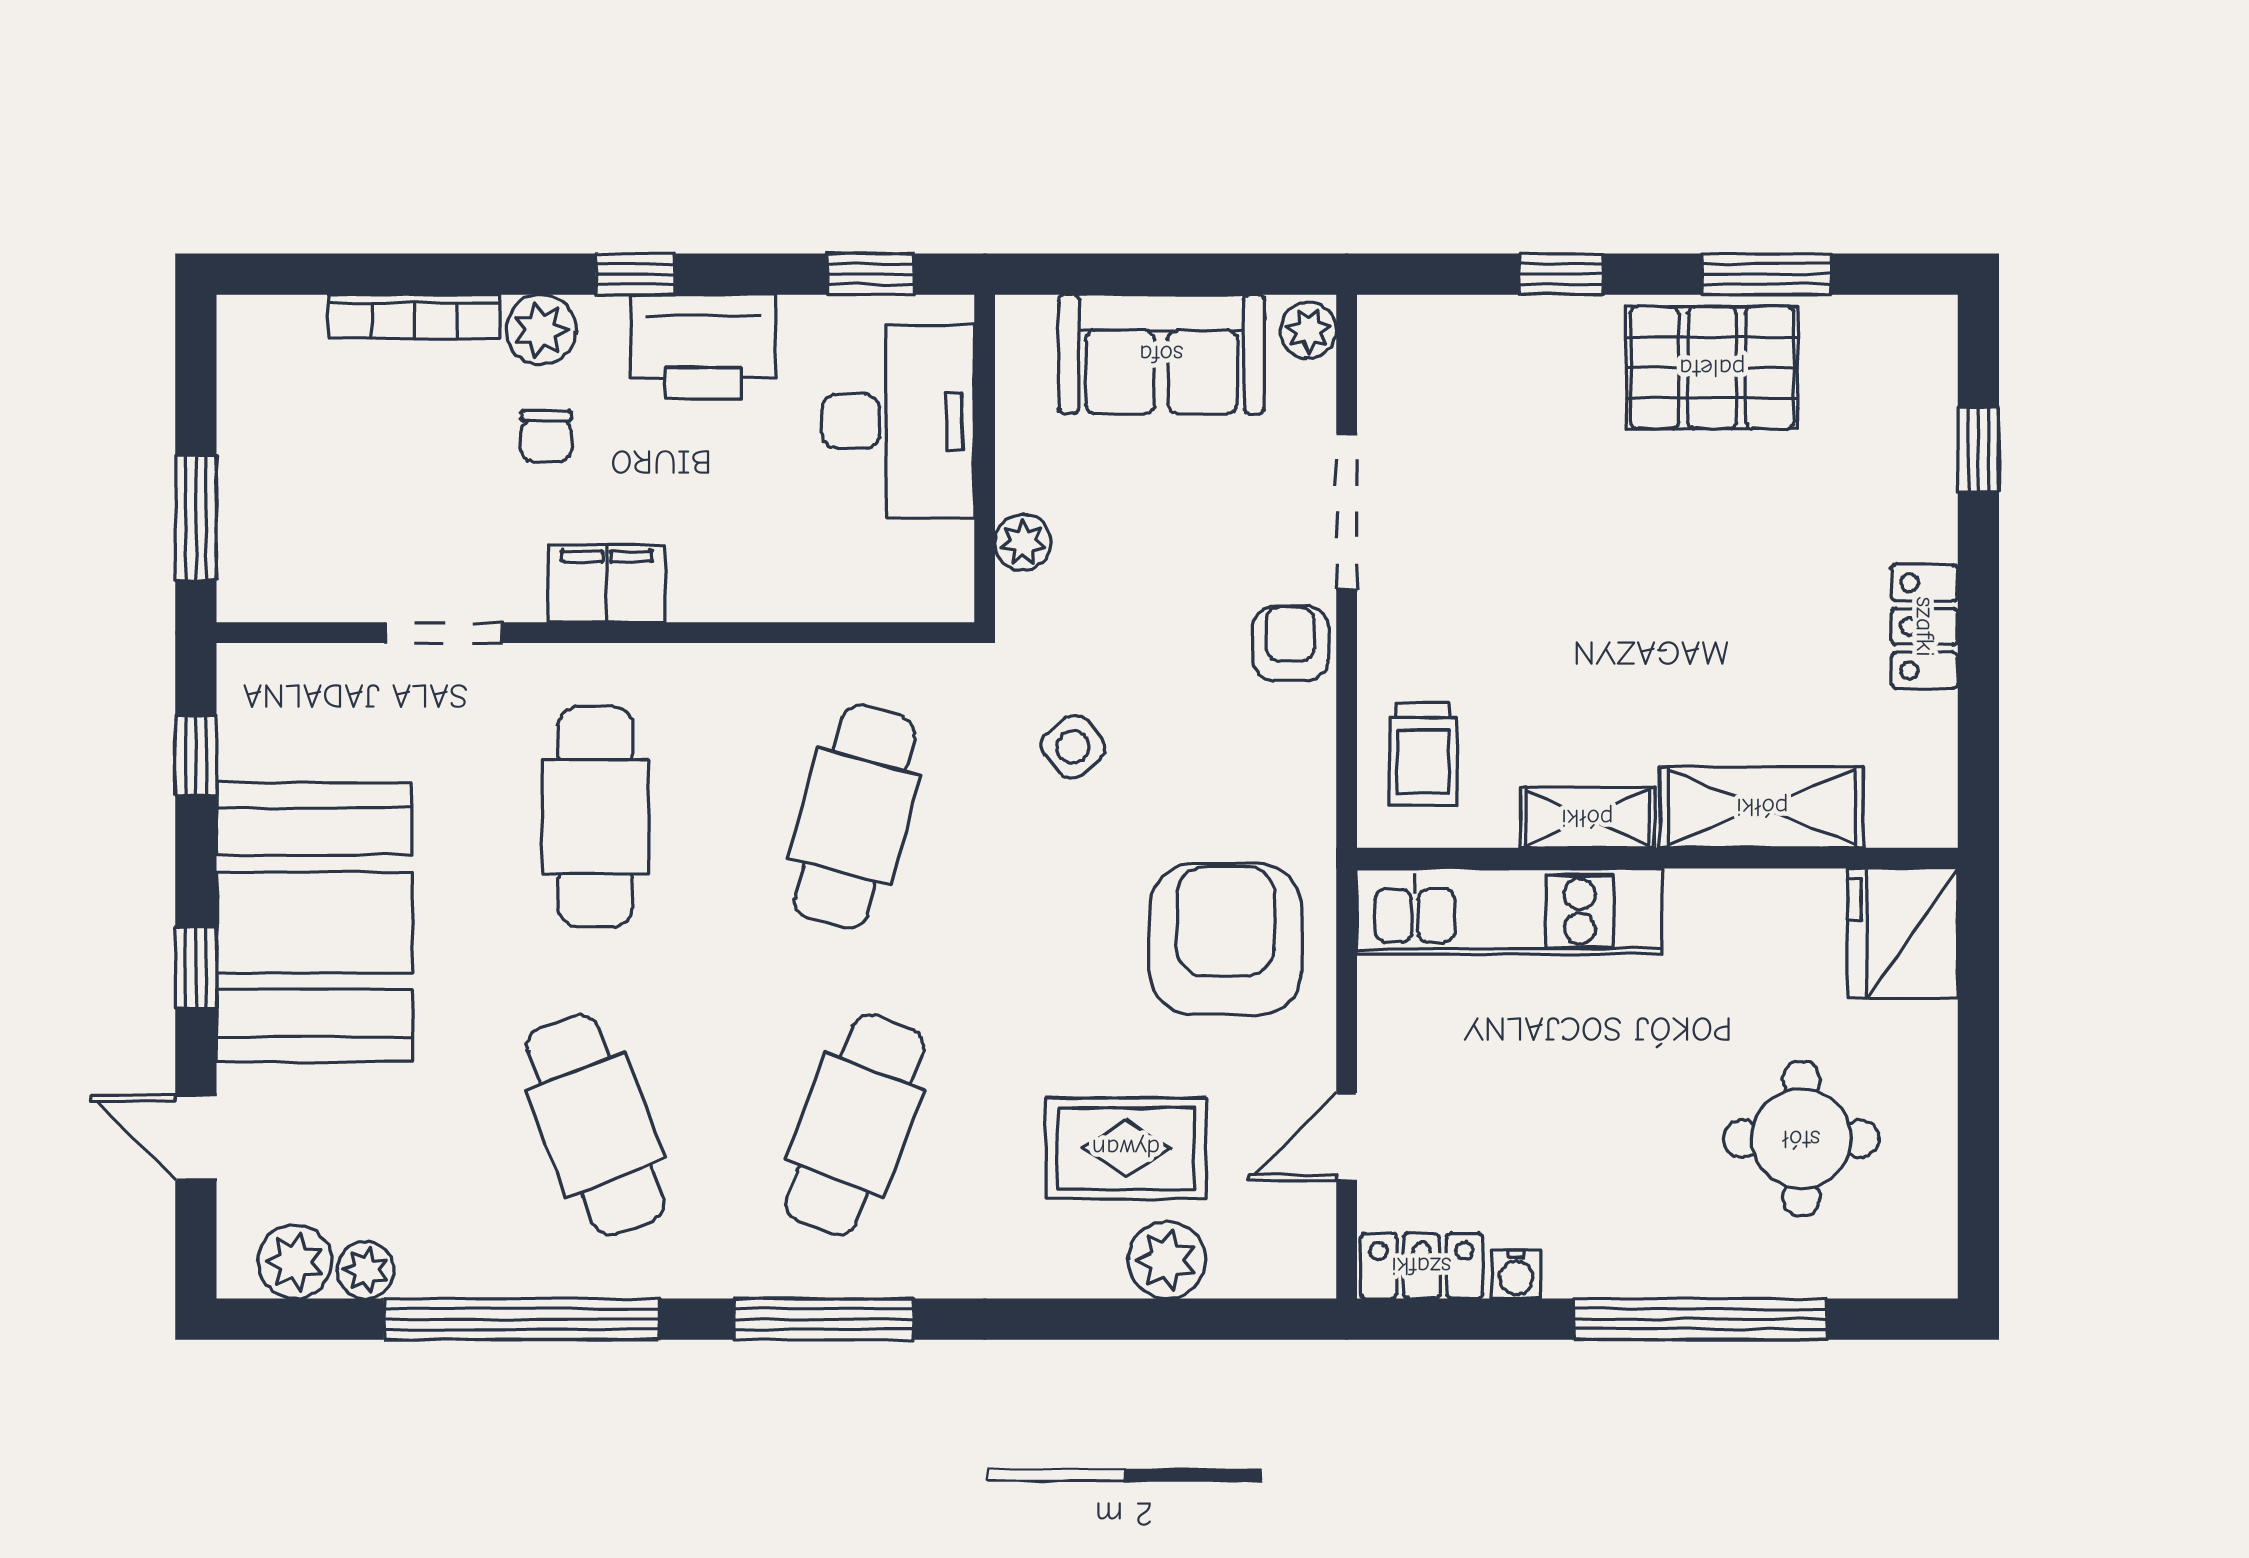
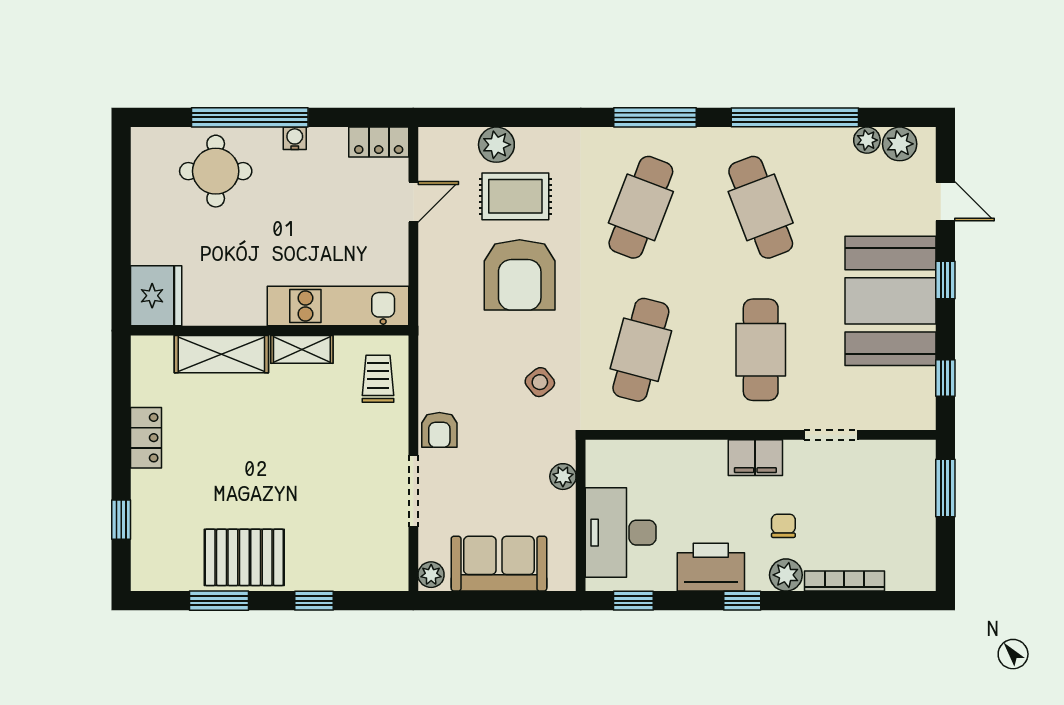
armchair: (1226, 939) -> (520, 275), moved
round table: (1801, 1139) -> (216, 171), moved
water cooler: (1516, 1274) -> (295, 138), moved

